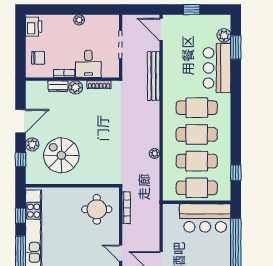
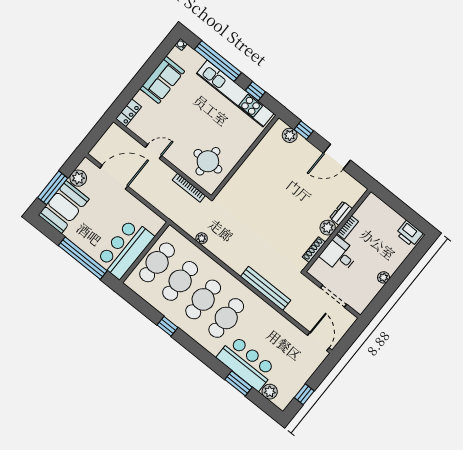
window: (192, 10) -> (304, 394), moved
door: (161, 29) -> (318, 342), hinge flipped
window: (236, 47) -> (238, 383), moved
chair: (38, 58) -> (379, 216), removed
bench: (154, 76) -> (266, 288), moved
door: (21, 121) -> (337, 157), hinge flipped
plant: (32, 144) -> (290, 135), moved
plant: (155, 153) -> (202, 238), moved
spiral stairs: (61, 155) -> (279, 168), removed
window: (236, 173) -> (167, 326), moved

